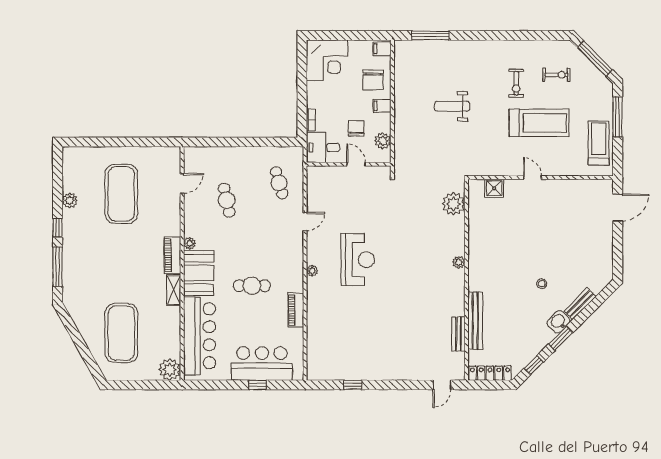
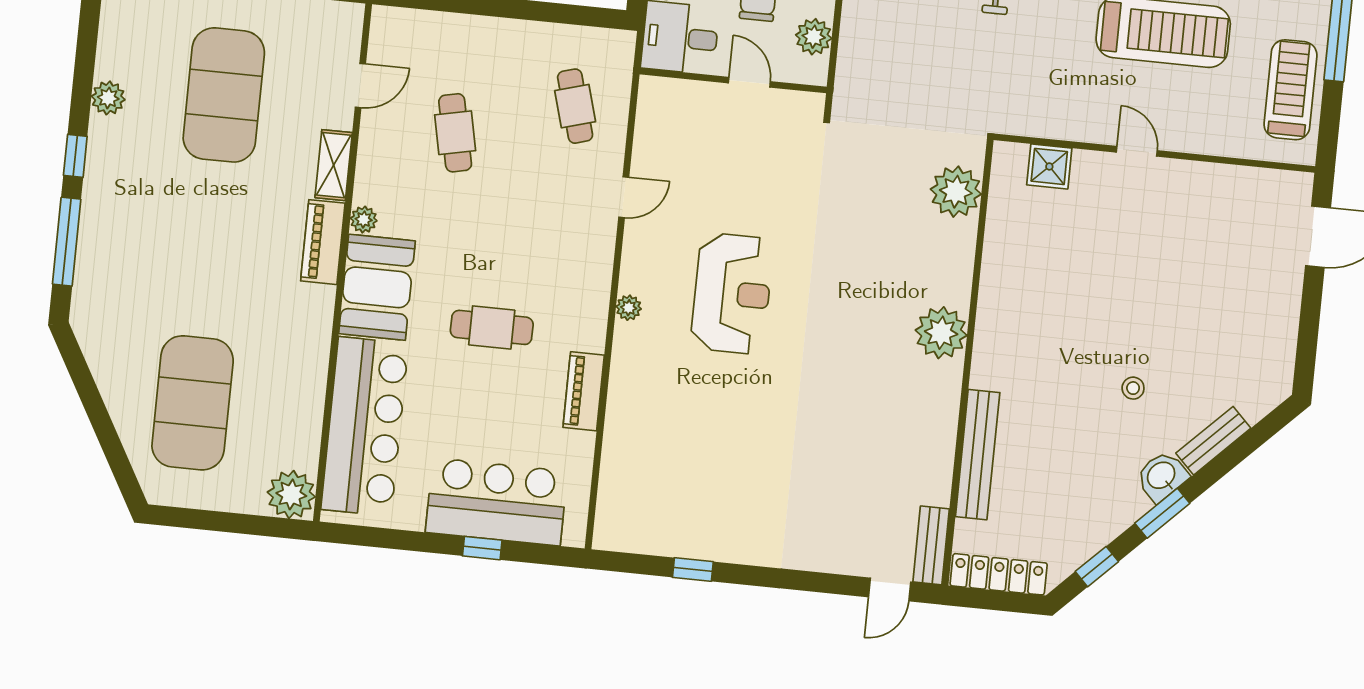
plant: (459, 262) -> (941, 333), width x1.88, depth x1.88
shelving: (174, 290) -> (334, 165), moved
bench: (458, 334) -> (931, 545), moved

